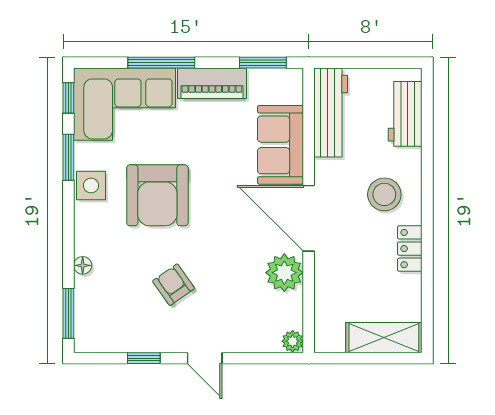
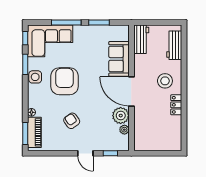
window: (263, 63) -> (99, 23), moved
piano: (212, 83) -> (34, 132), moved, turned -90
workbench: (331, 113) -> (141, 39), width x0.73
armchair: (157, 195) -> (65, 81), turned 180
shelving: (384, 338) -> (165, 144), removed
plant: (293, 341) -> (124, 130), moved
window: (144, 358) -> (110, 153), moved

